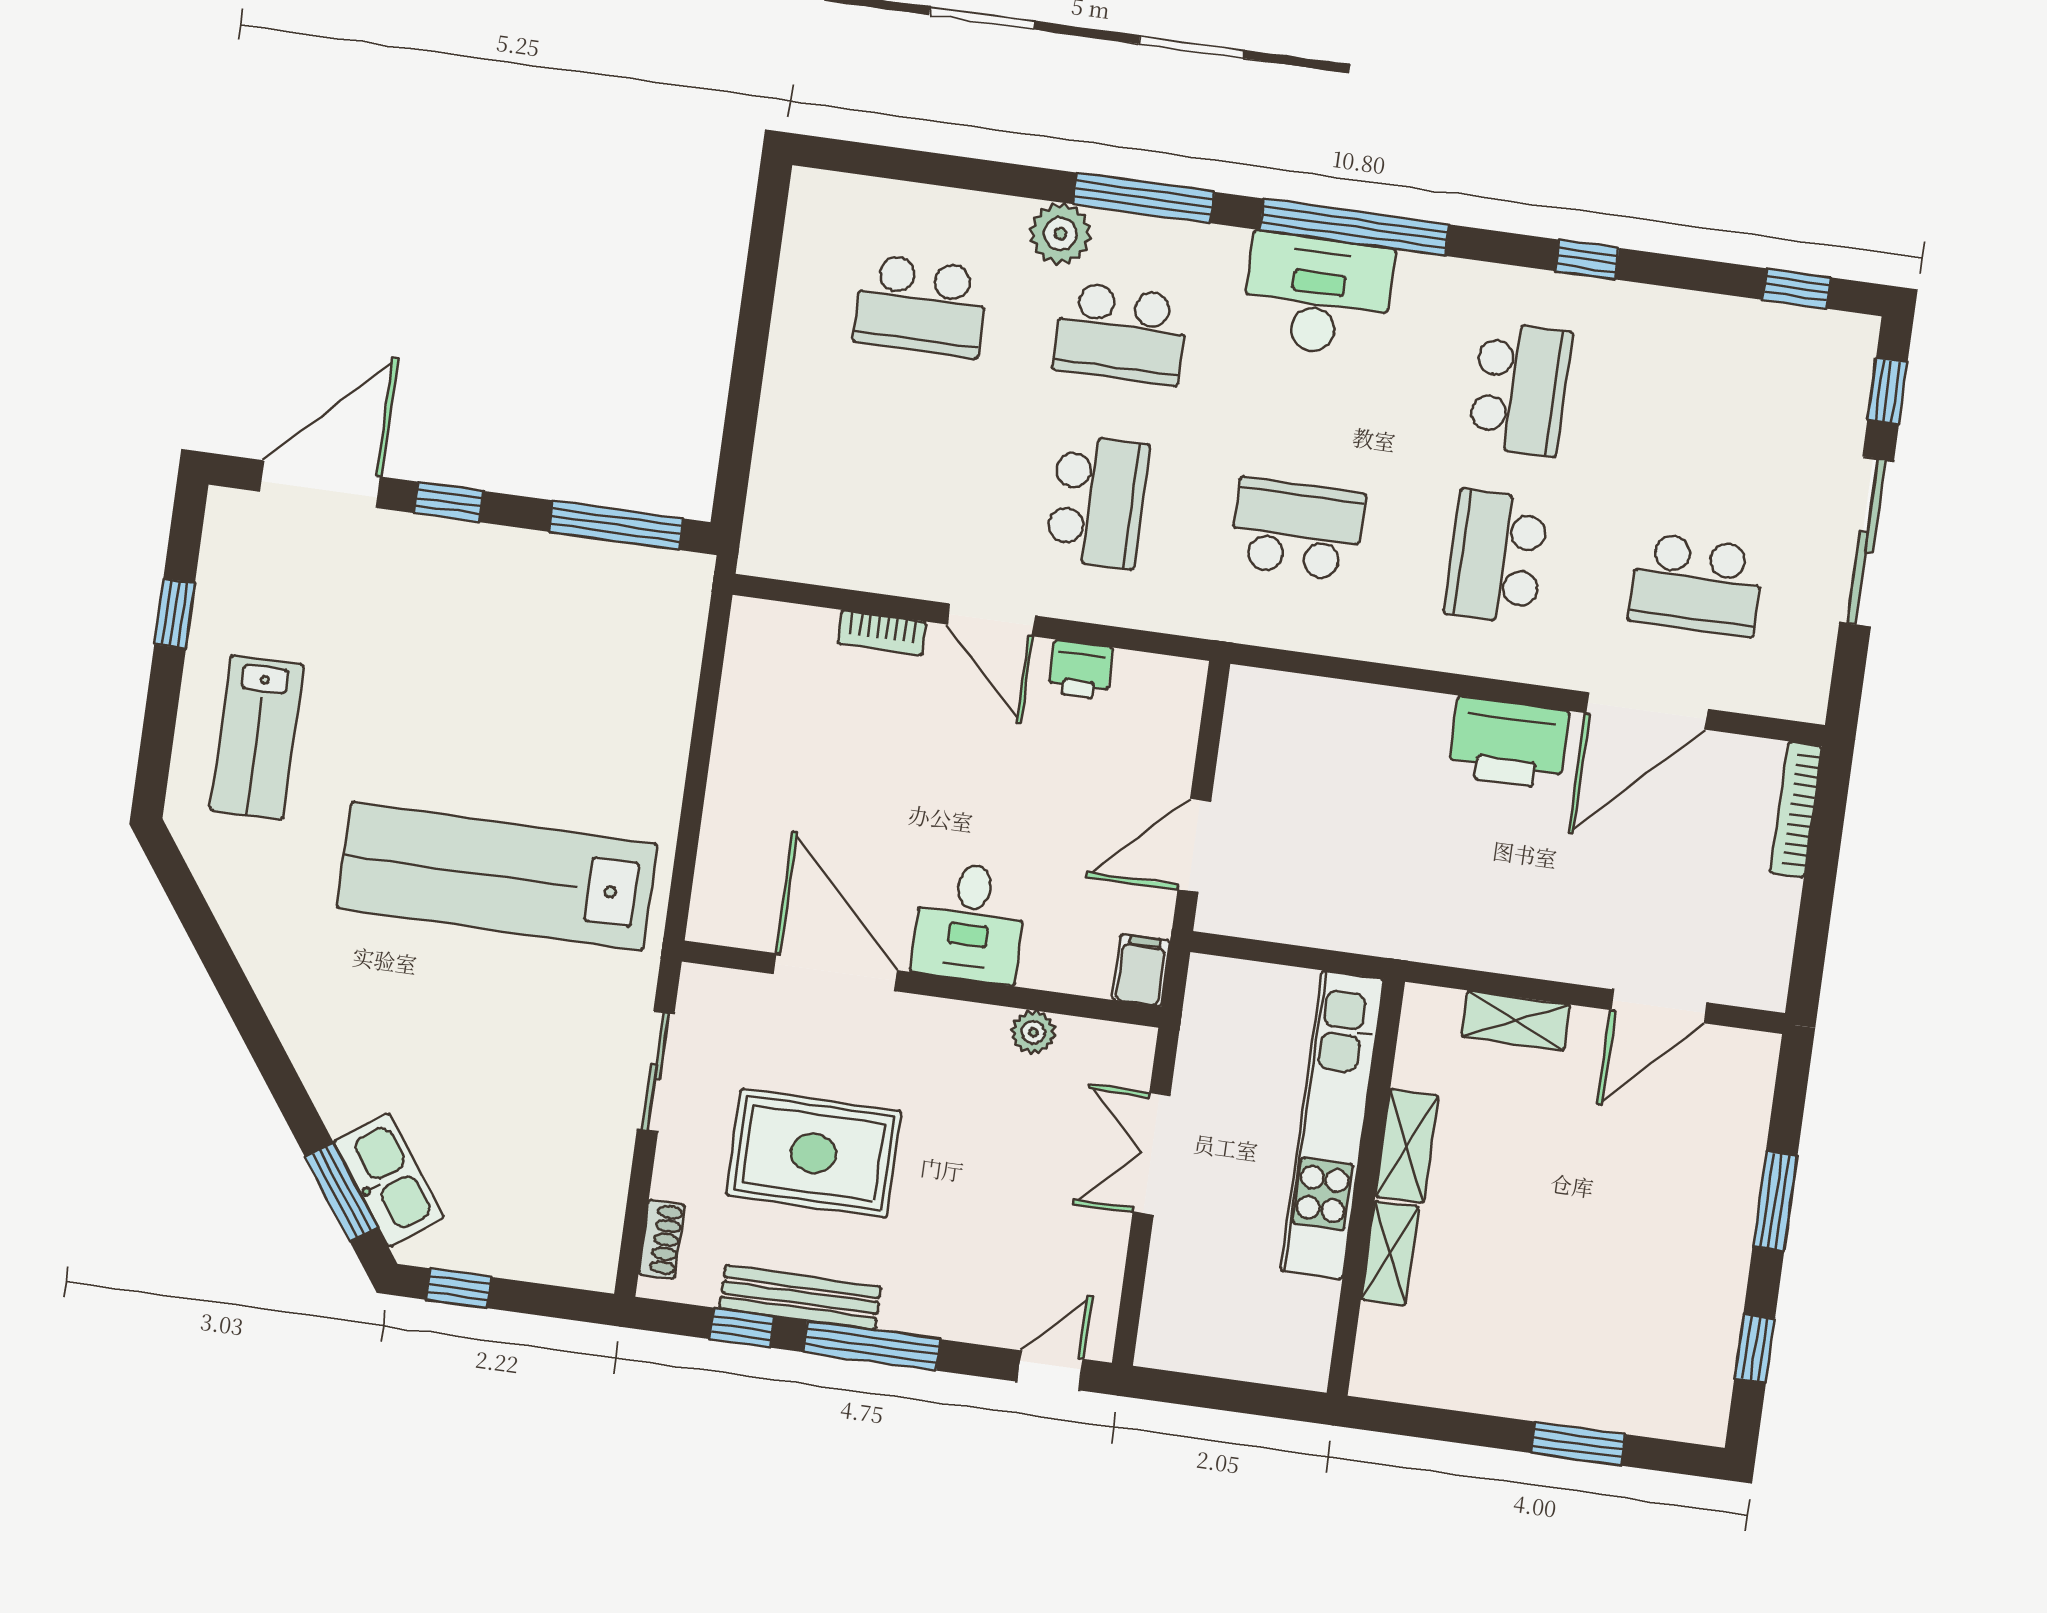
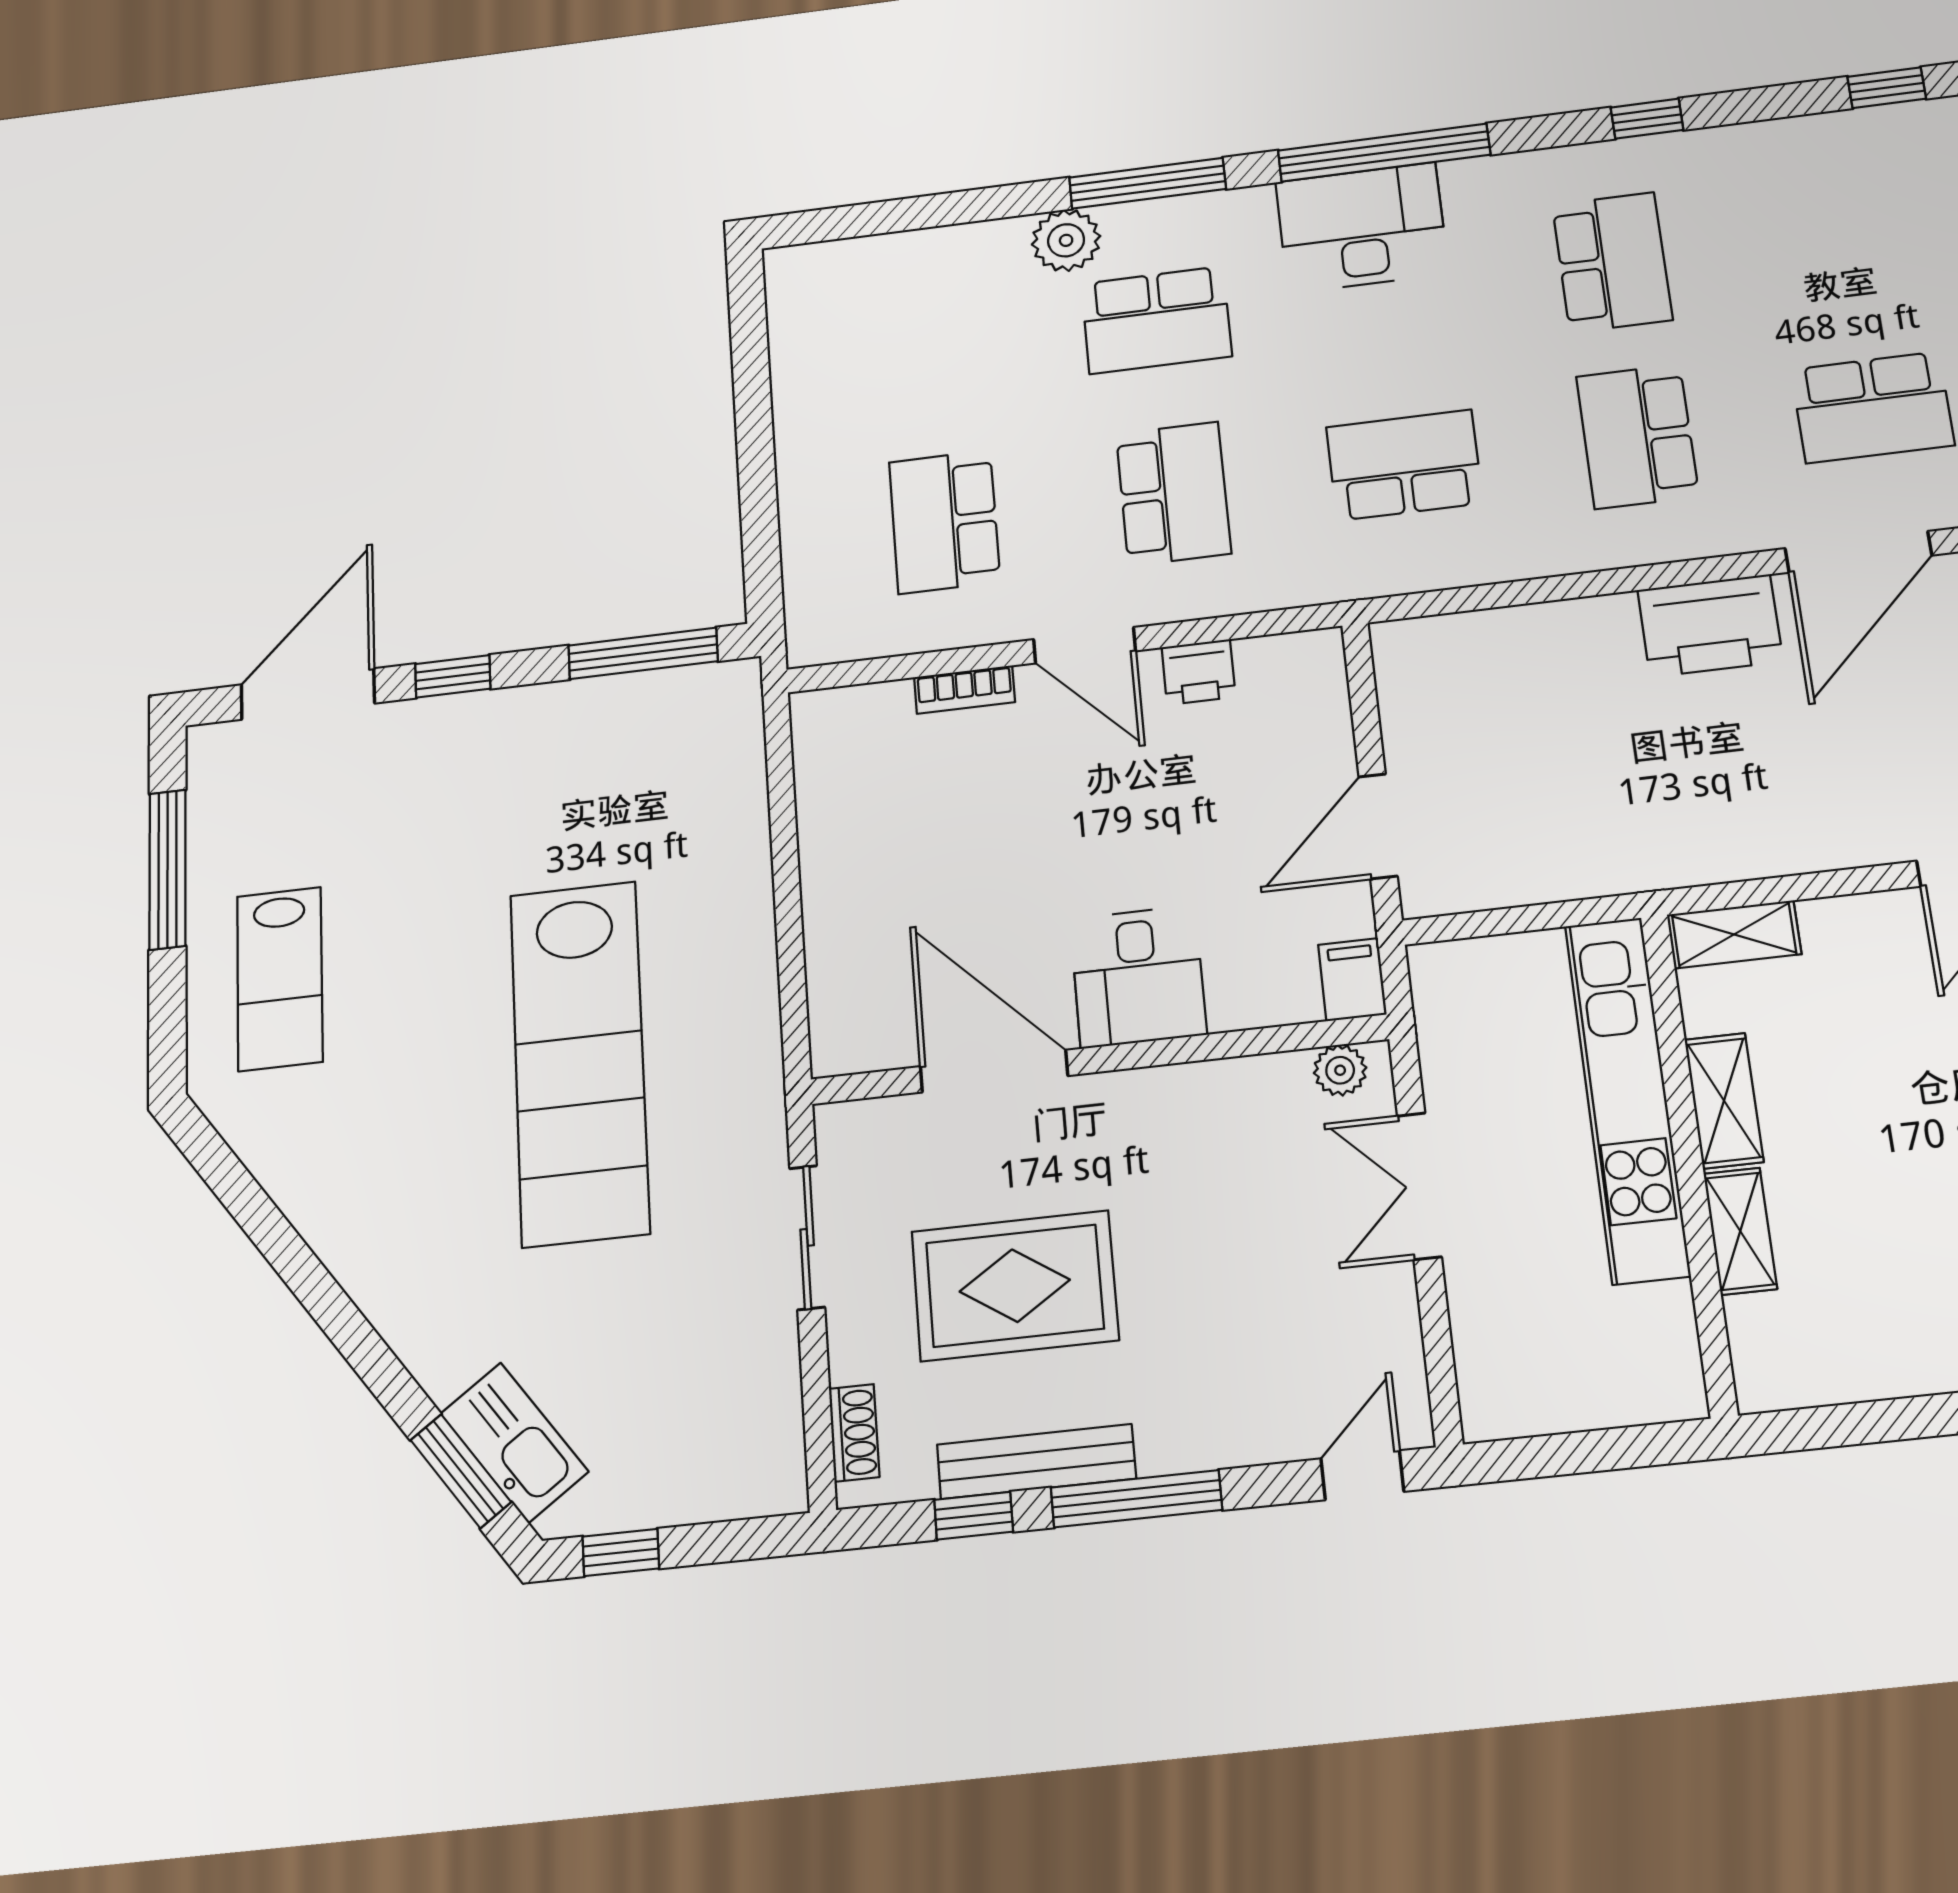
school desk: (921, 306) -> (944, 522), moved, turned 90
window: (175, 614) -> (168, 869), width x2.17
lab bench: (497, 876) -> (579, 1062), turned -90
shelving: (1516, 1021) -> (1734, 934), moved
plant: (1033, 1032) -> (1340, 1070), moved

